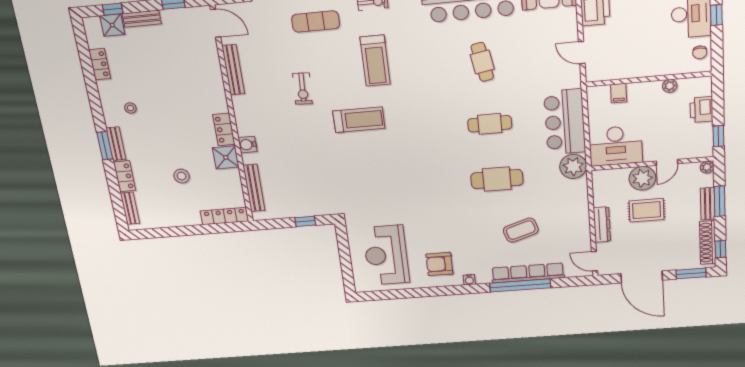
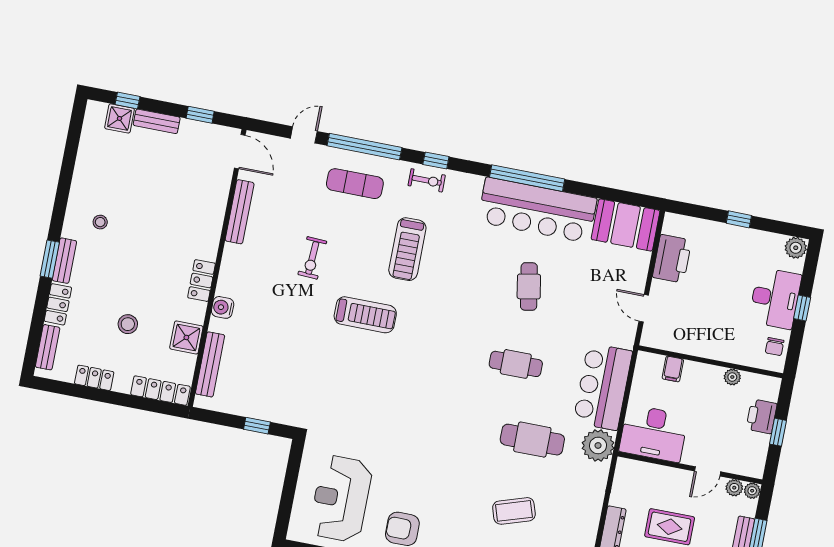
locker: (100, 64) -> (94, 378), moved, turned -90
window: (719, 136) -> (778, 432), moved
shower: (226, 157) -> (186, 337), moved
plant: (642, 178) -> (734, 488), moved, width x0.53, depth x0.53
cafe table: (497, 179) -> (532, 440), moved

